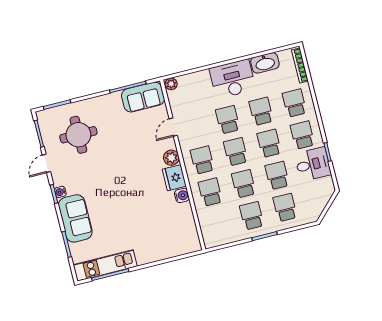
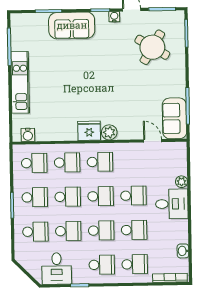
washbasin: (265, 63) -> (183, 251), width x0.52, depth x0.69
desk: (233, 79) -> (172, 204), width x0.73
plant: (171, 84) -> (182, 182), moved
door: (173, 127) -> (153, 141), moved
round table: (78, 135) -> (152, 47), turned 31
desk: (313, 164) -> (57, 268), moved
water cooler: (60, 192) -> (114, 17), moved
water cooler: (182, 195) -> (28, 135), moved
school desk: (218, 224) -> (34, 163), added
kitchen unit: (105, 265) -> (20, 82), moved

